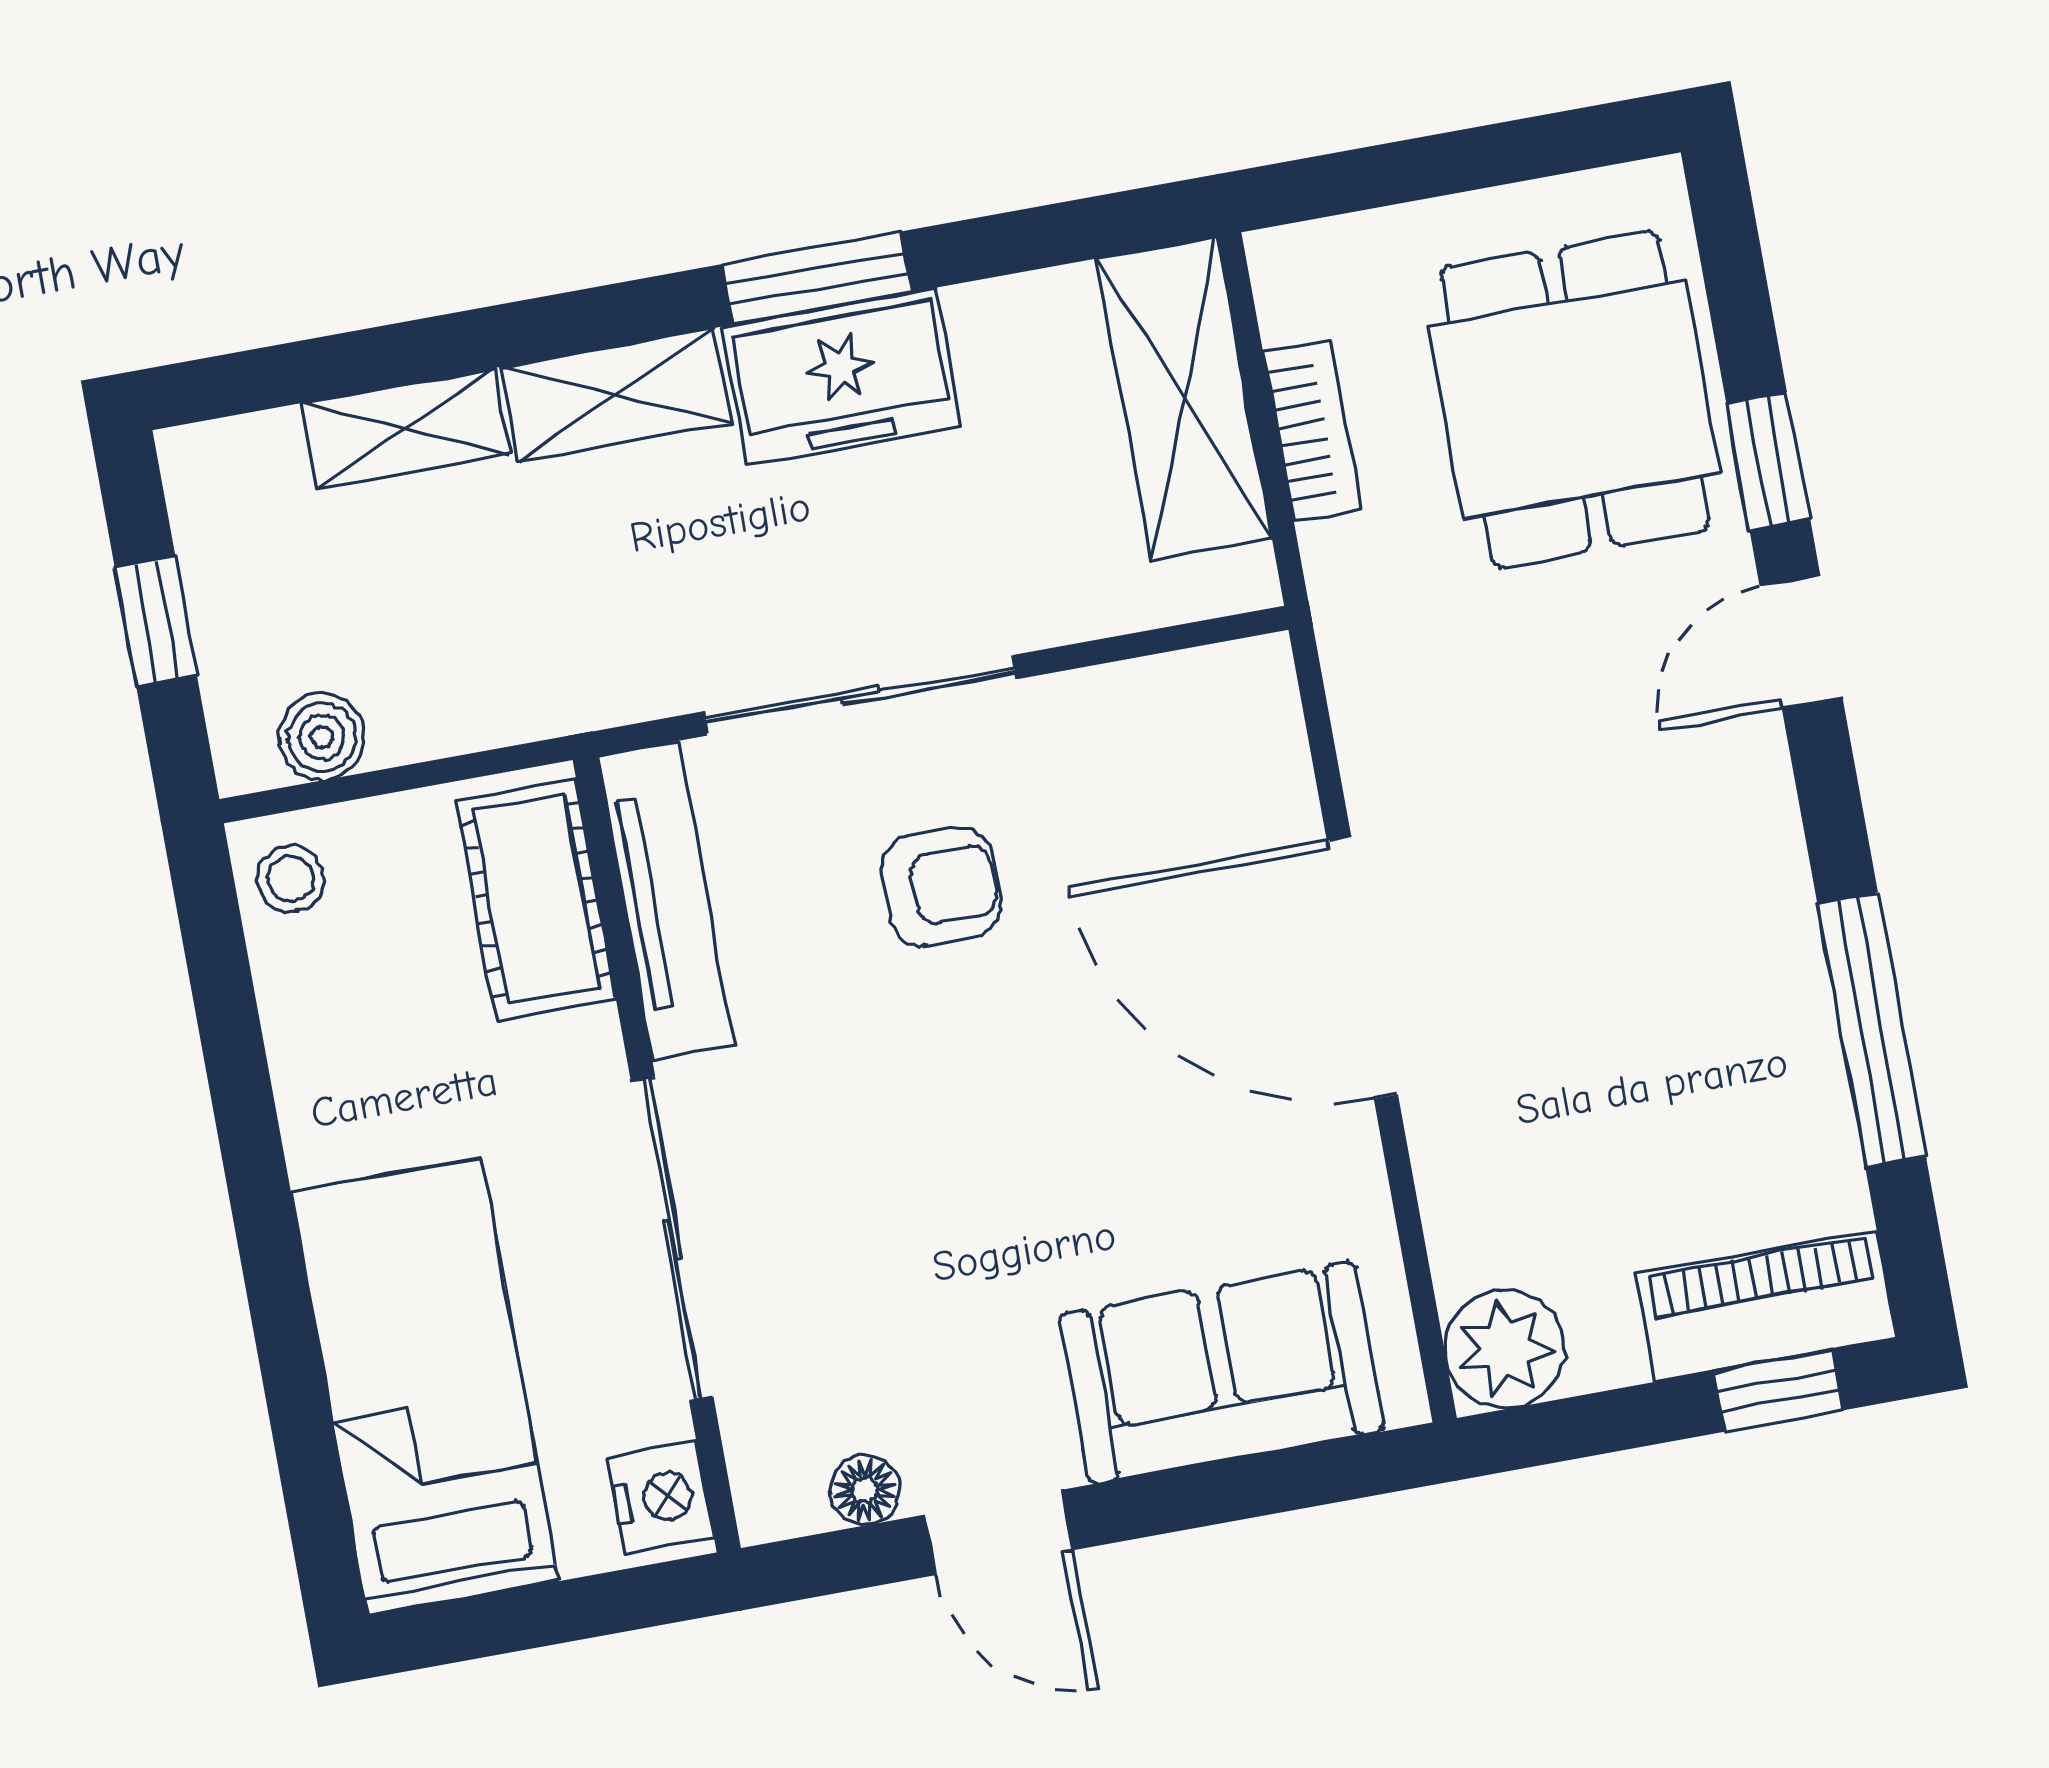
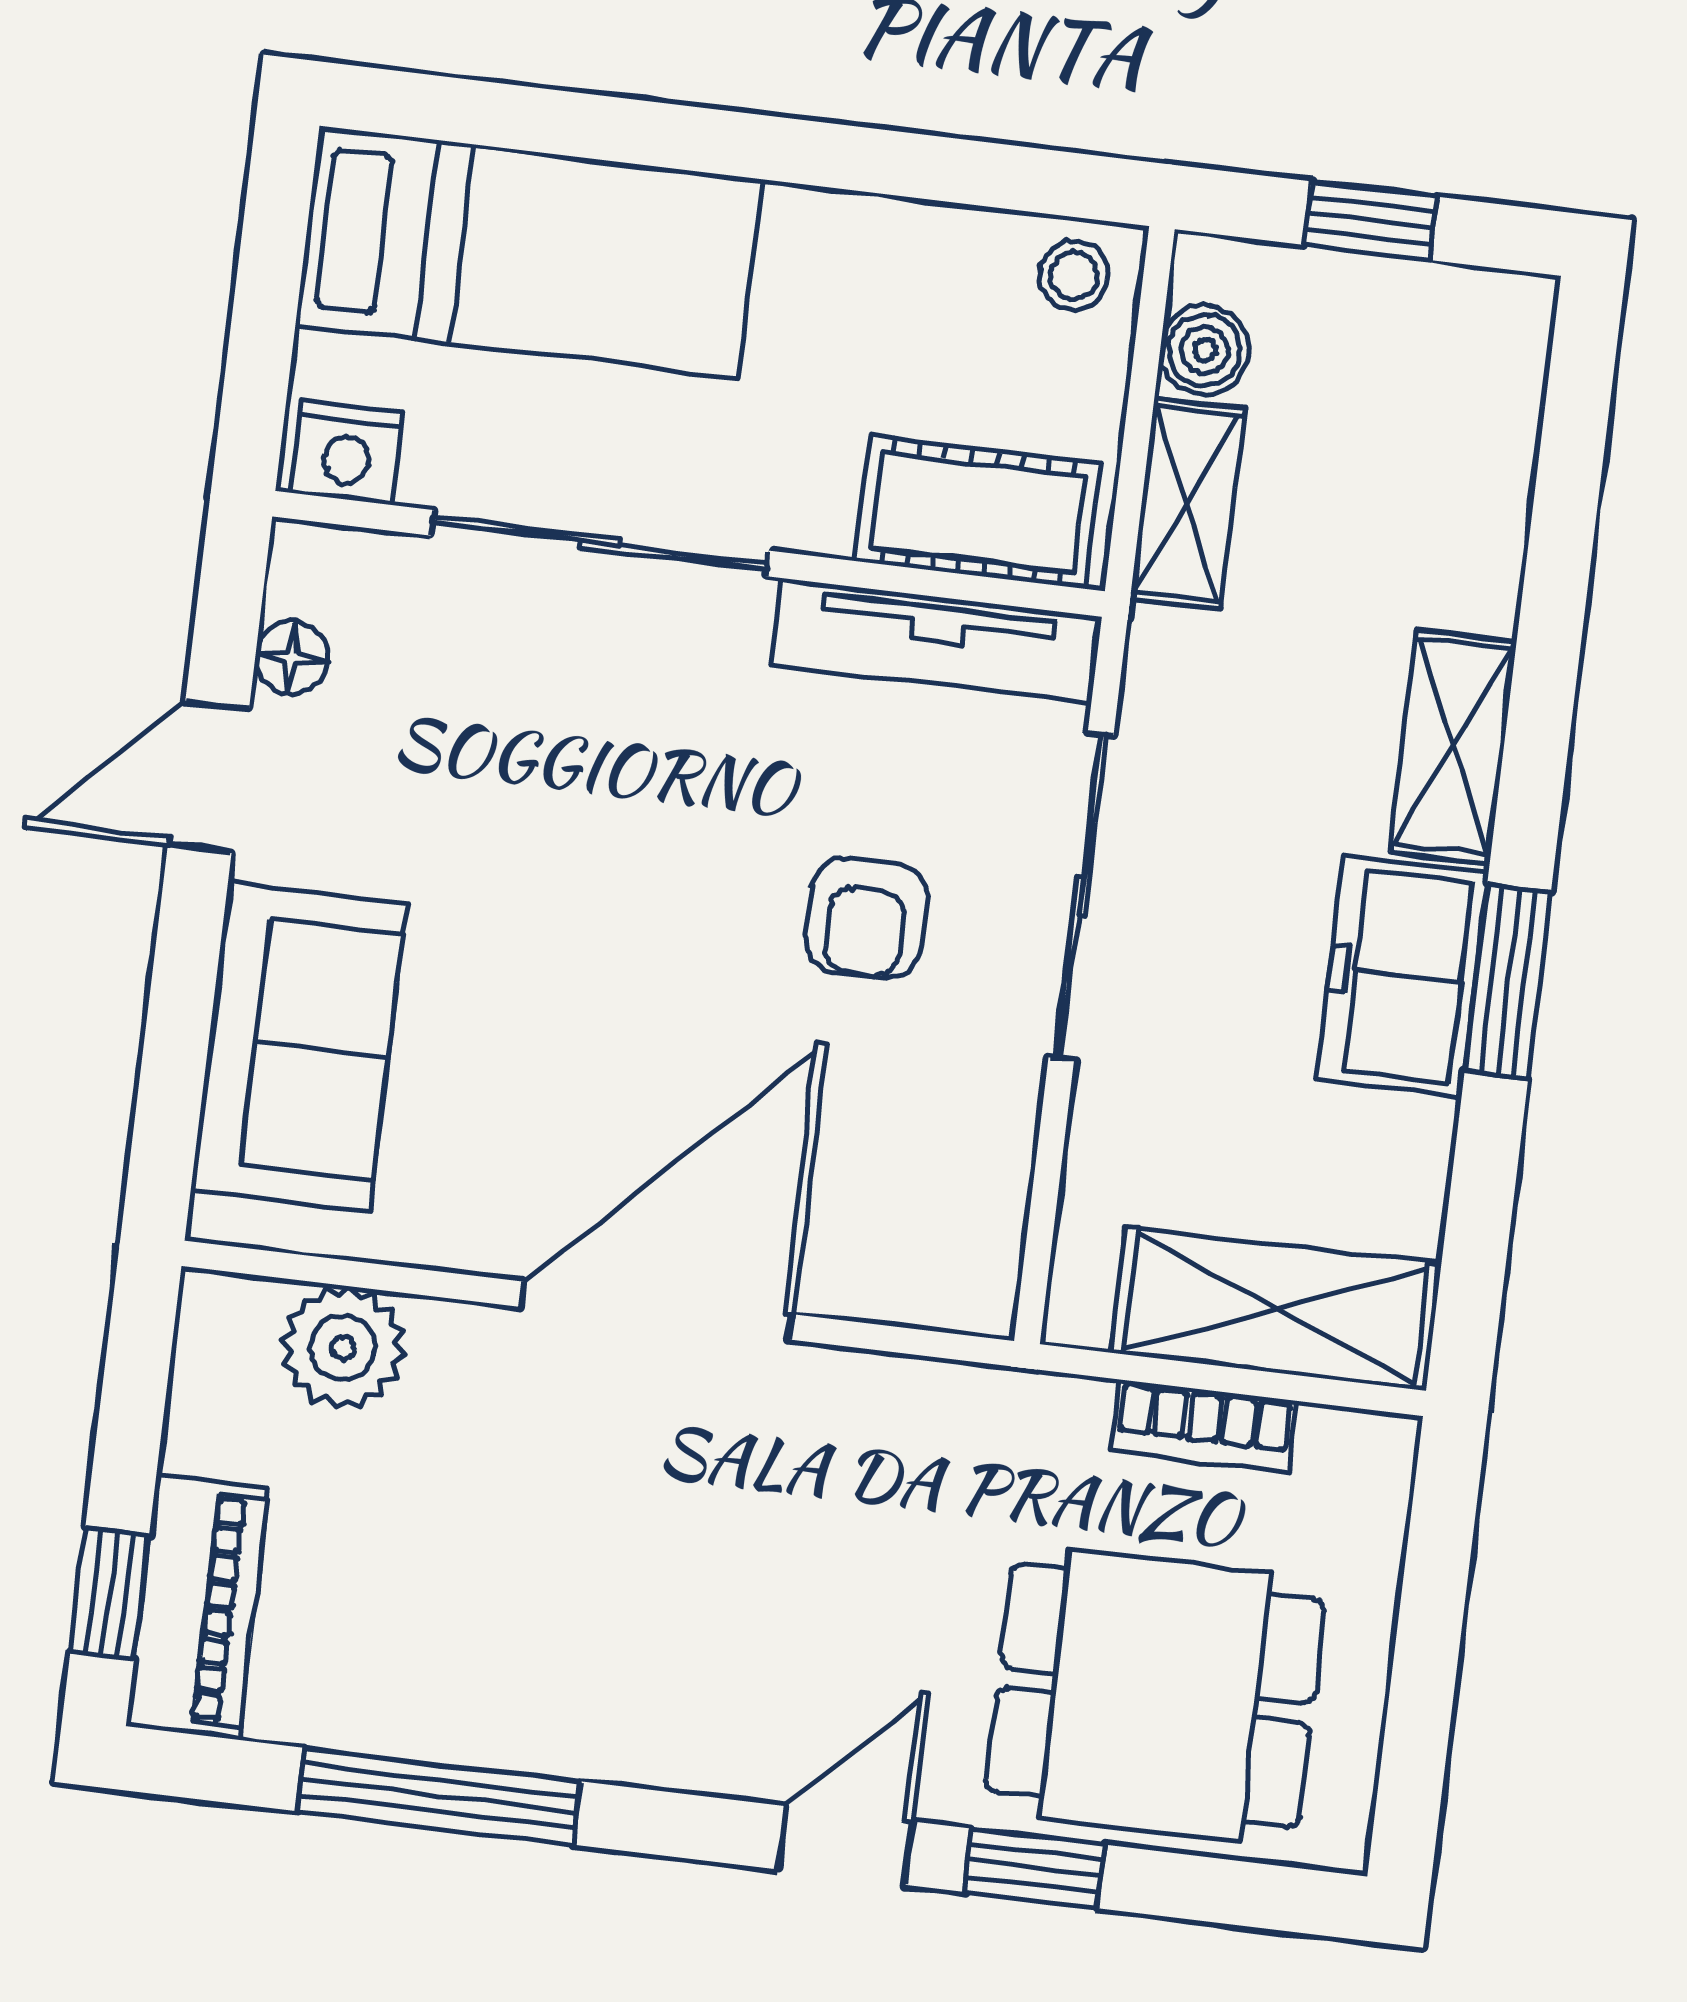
shelving: (405, 429) -> (1187, 503), moved
door: (1801, 642) -> (845, 1846), hinge flipped
plant: (1505, 1349) -> (343, 1348), moved

